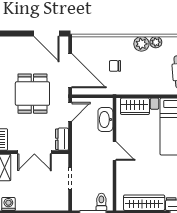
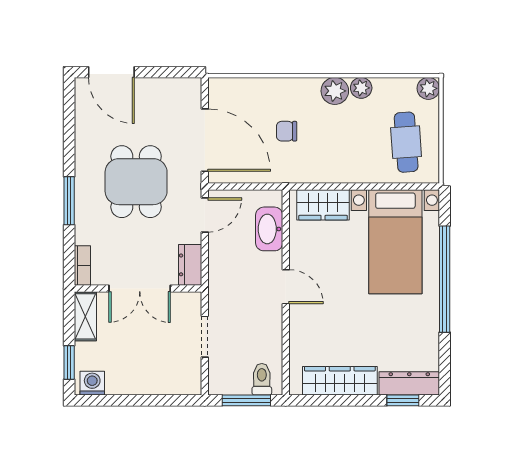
door: (46, 33) -> (111, 72), moved

